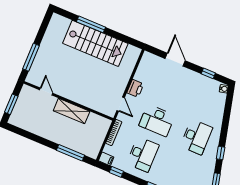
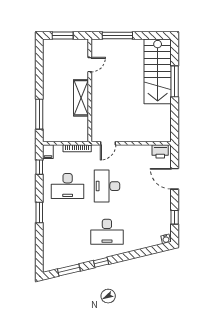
stairs: (95, 43) -> (158, 71), moved
door: (175, 60) -> (175, 179), swing flipped
printer: (135, 88) -> (160, 151), moved

